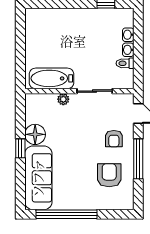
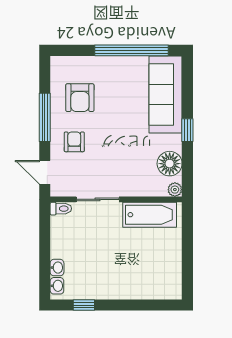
washbasin: (128, 50) -> (57, 286), moved
toilet: (125, 63) -> (61, 209), moved
plant: (63, 99) -> (175, 190), moved
floor lamp: (35, 134) -> (170, 164), moved

